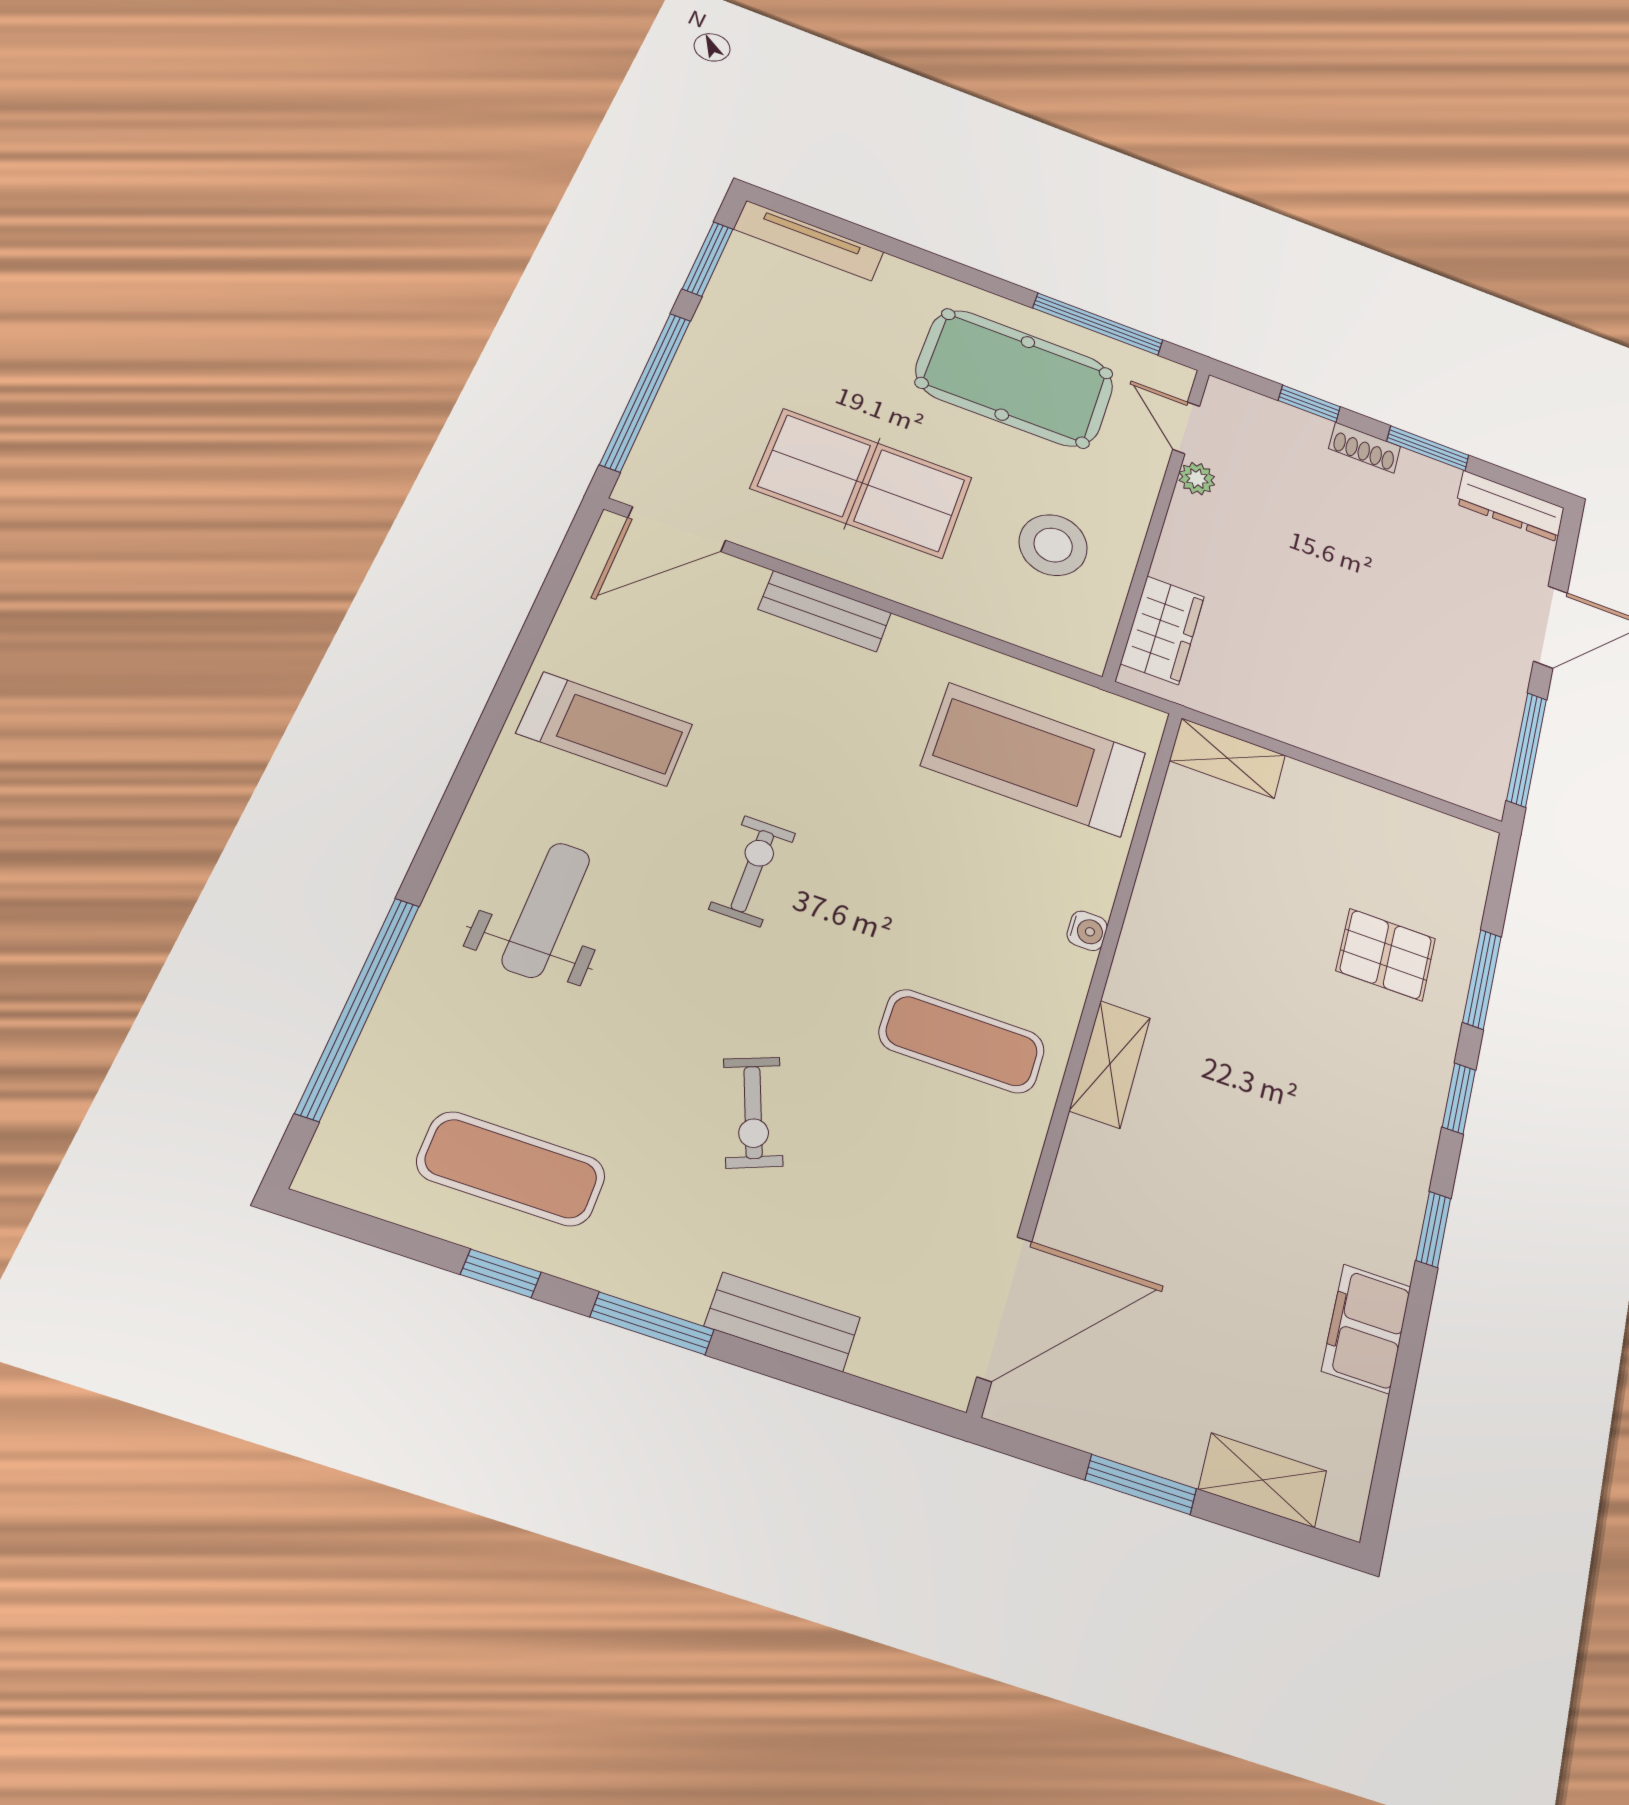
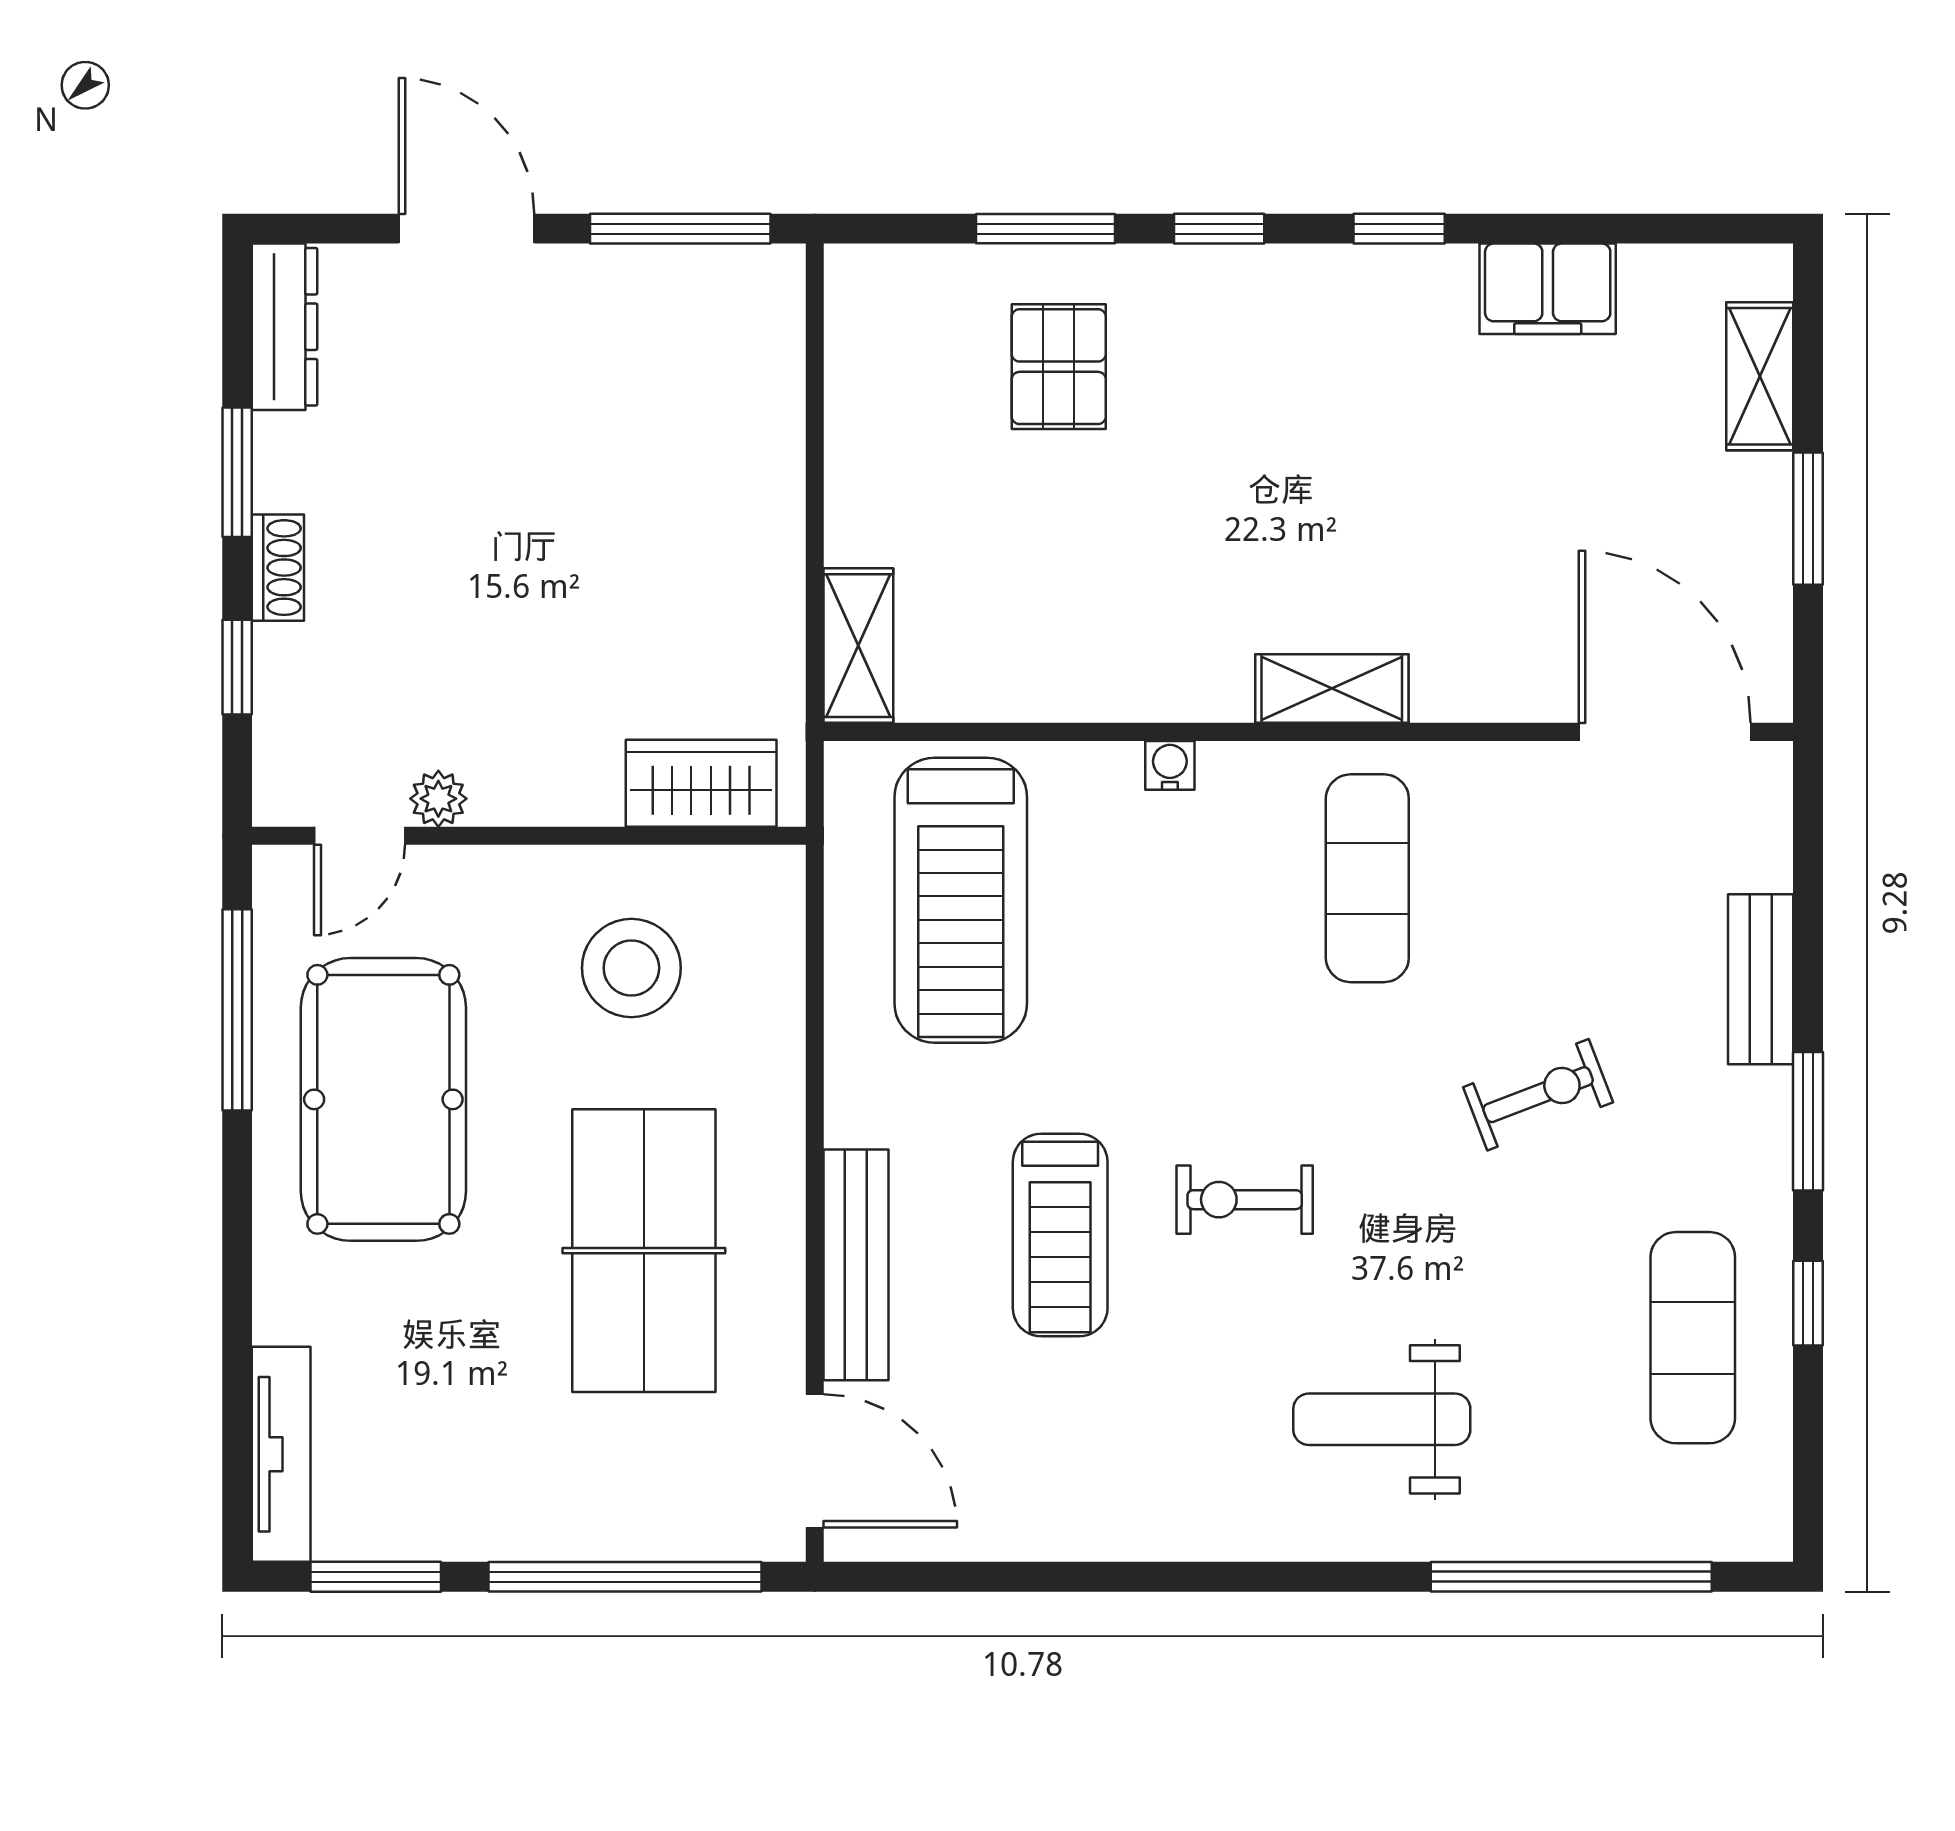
bench: (825, 611) -> (856, 1265), width x1.36
treadmill: (605, 729) -> (1060, 1235), moved, turned 180

